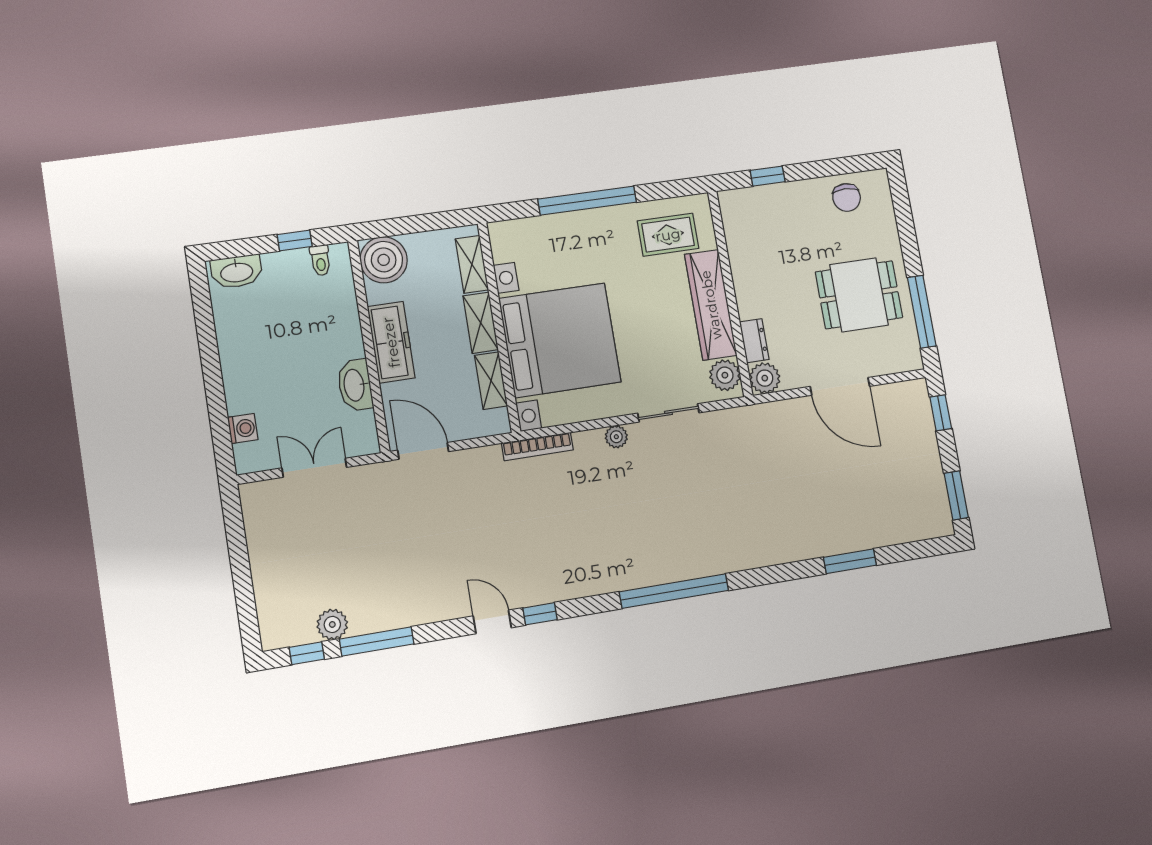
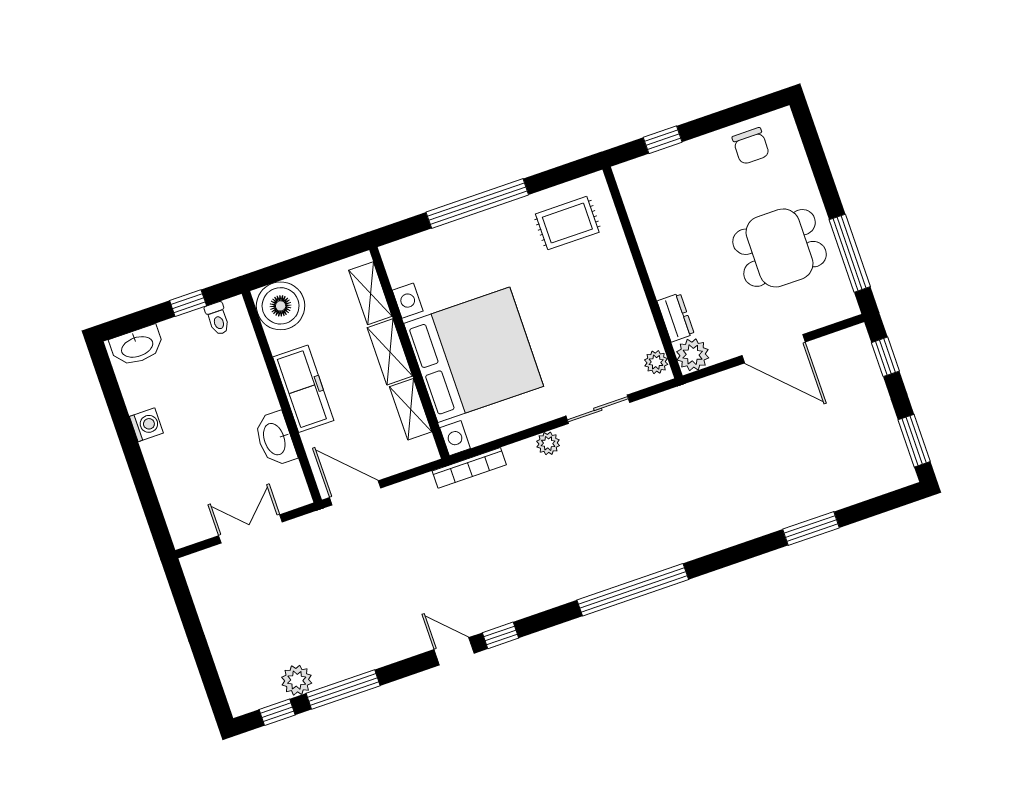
wardrobe: (711, 305) -> (624, 288), removed
plant: (725, 375) -> (656, 362), width x0.73, depth x0.73
washing machine: (243, 428) -> (146, 425), moved

